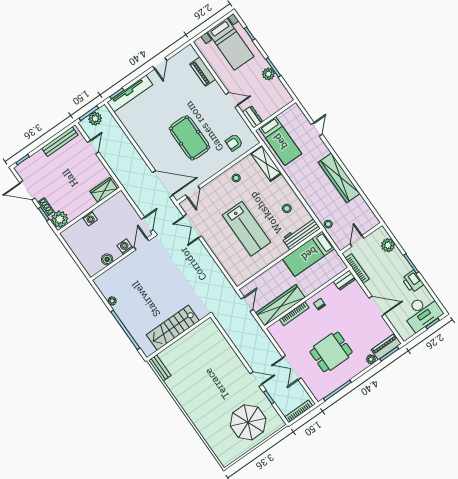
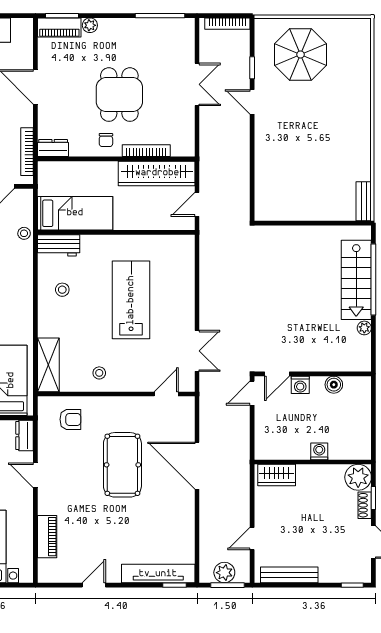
door: (163, 184) -> (197, 466), moved
workbench: (301, 233) -> (59, 245), width x0.73
stairs: (173, 328) -> (356, 280), moved, turned 90
dining table: (331, 352) -> (119, 95), moved, turned 90

